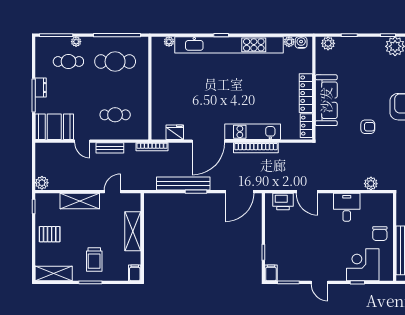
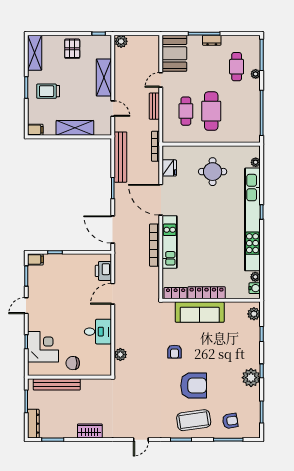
cafe table: (115, 62) -> (211, 111), moved
round table: (179, 87) -> (213, 172), added
bench: (183, 184) -> (120, 157), moved

